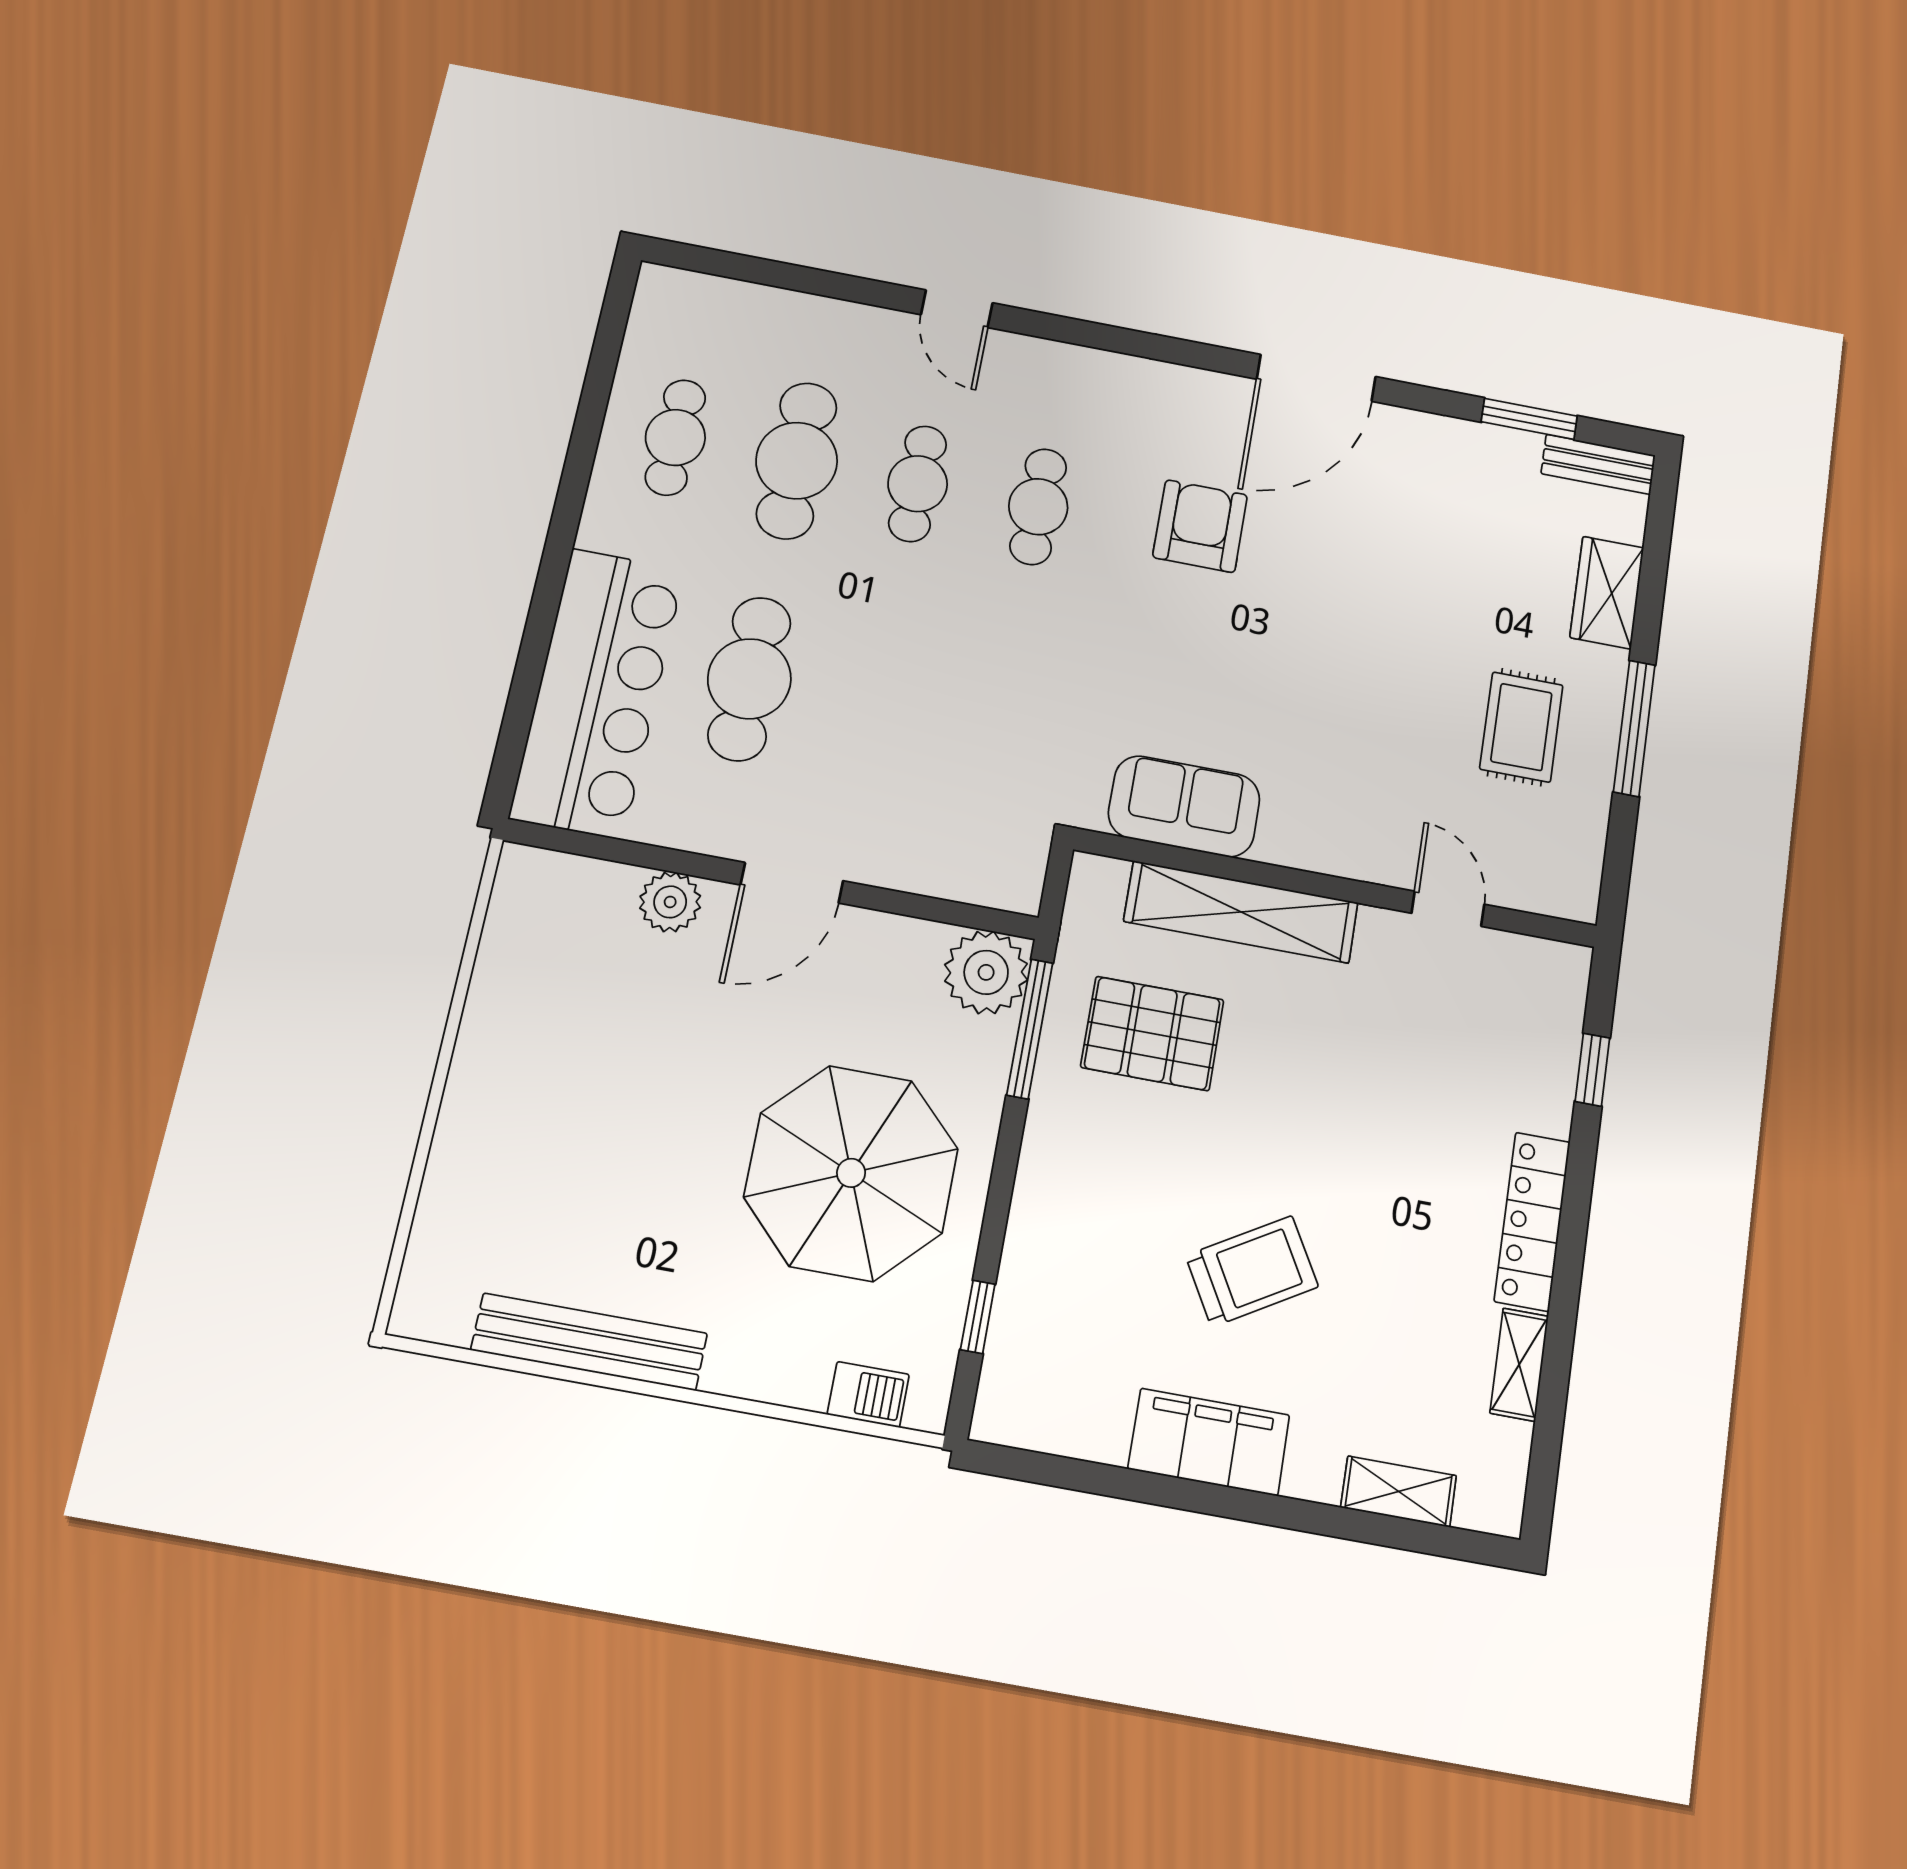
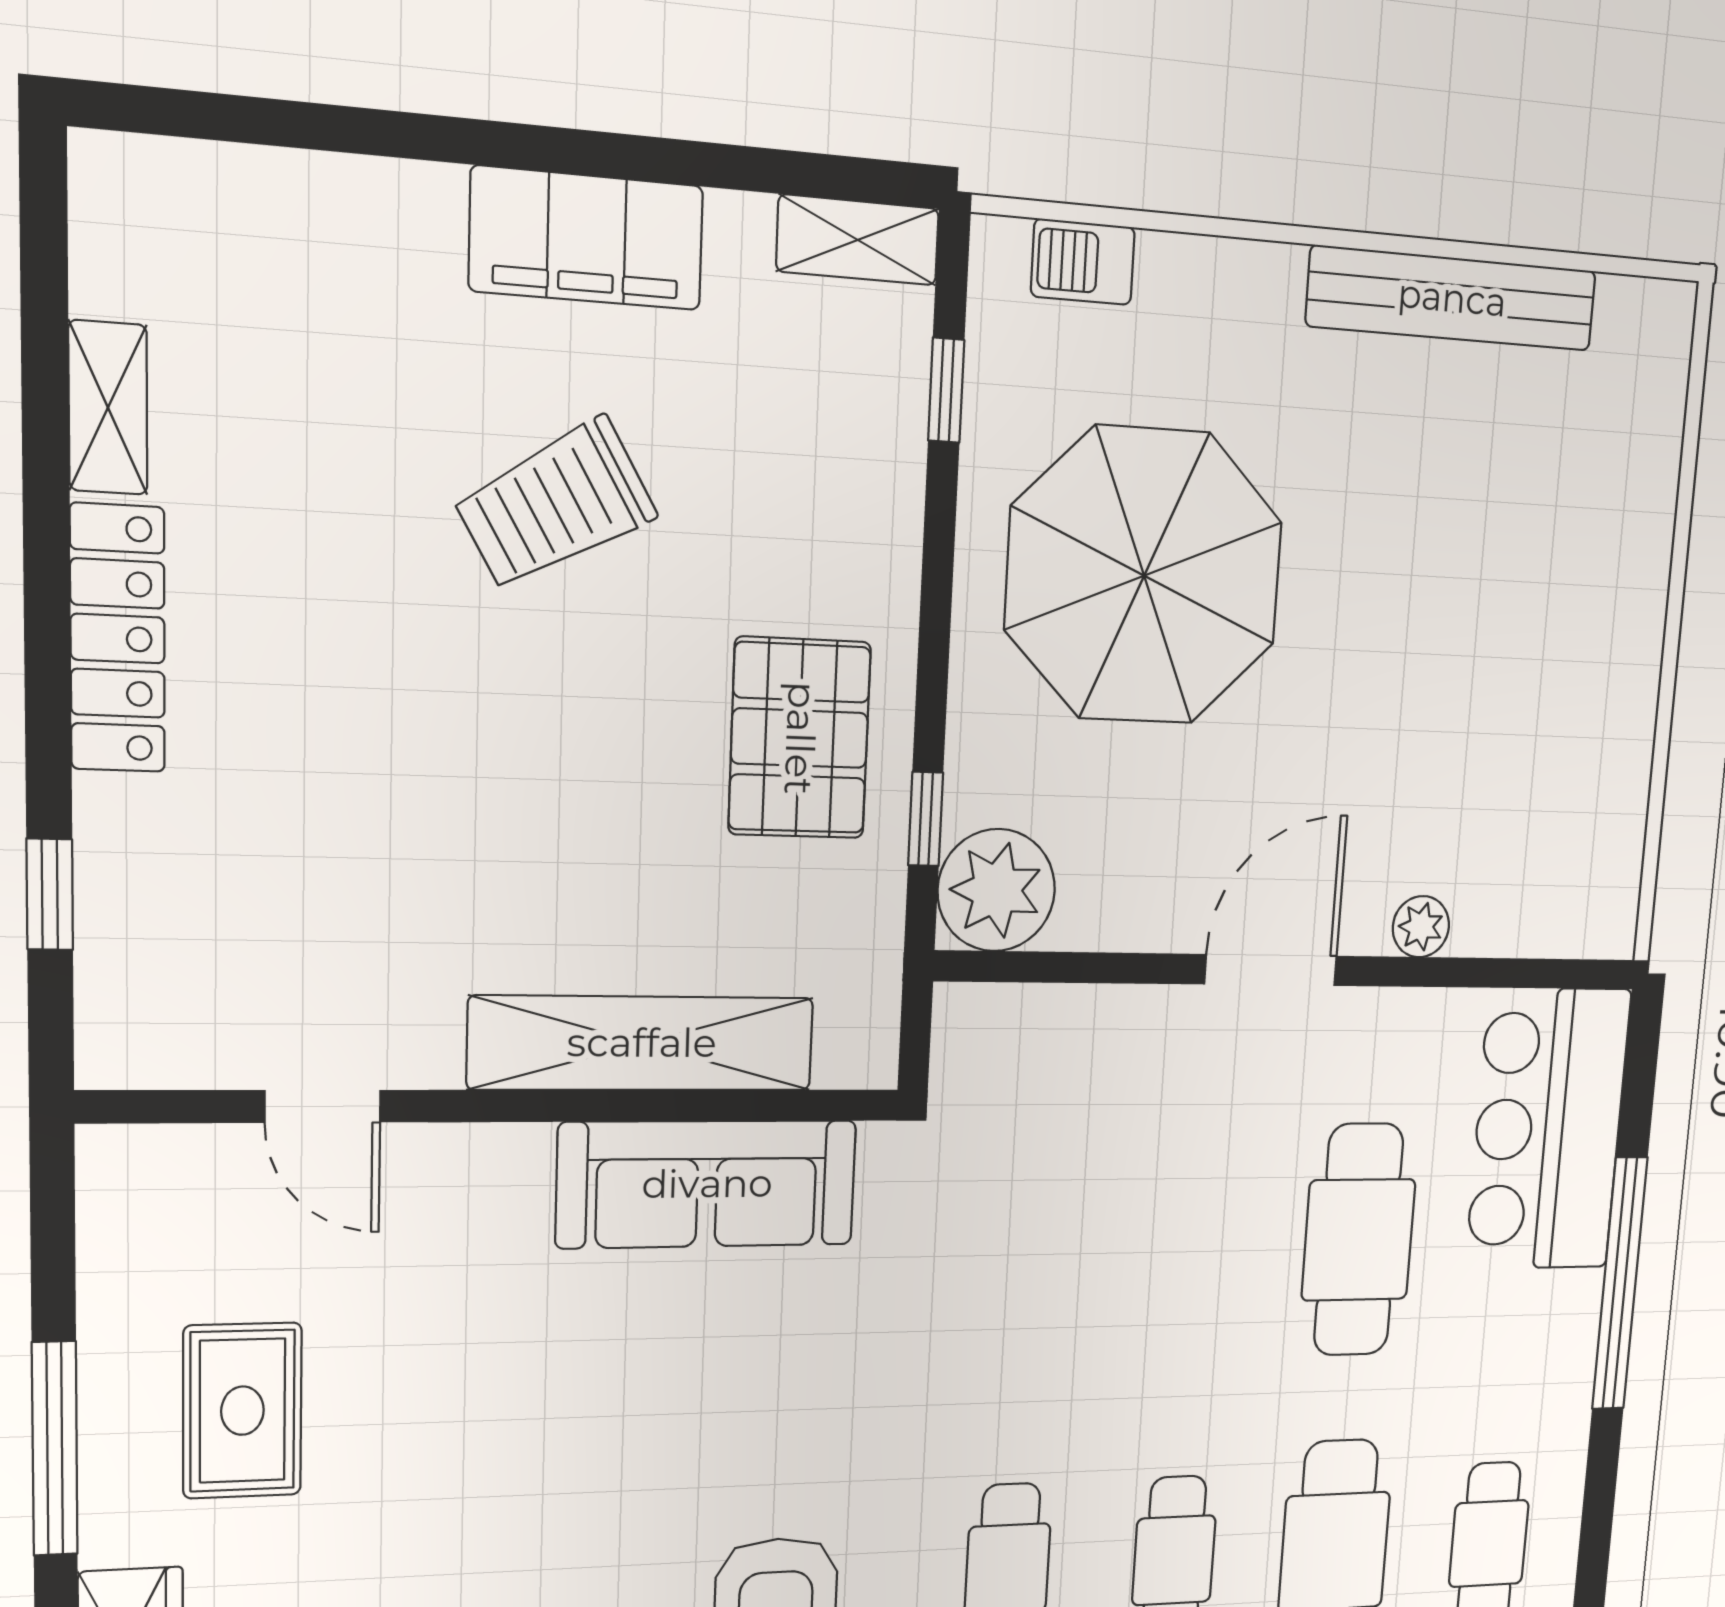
window: (545, 604) -> (1620, 1284), added
bar counter: (598, 693) -> (1548, 1129), width x0.73
sofa: (1184, 806) -> (707, 1184), width x1.36
plant: (670, 902) -> (1421, 927), width x0.73, depth x0.73
window: (1030, 1029) -> (926, 819), width x0.46
pallet: (1152, 1033) -> (800, 738), moved, turned 90
shelving: (1399, 1492) -> (858, 240), moved

